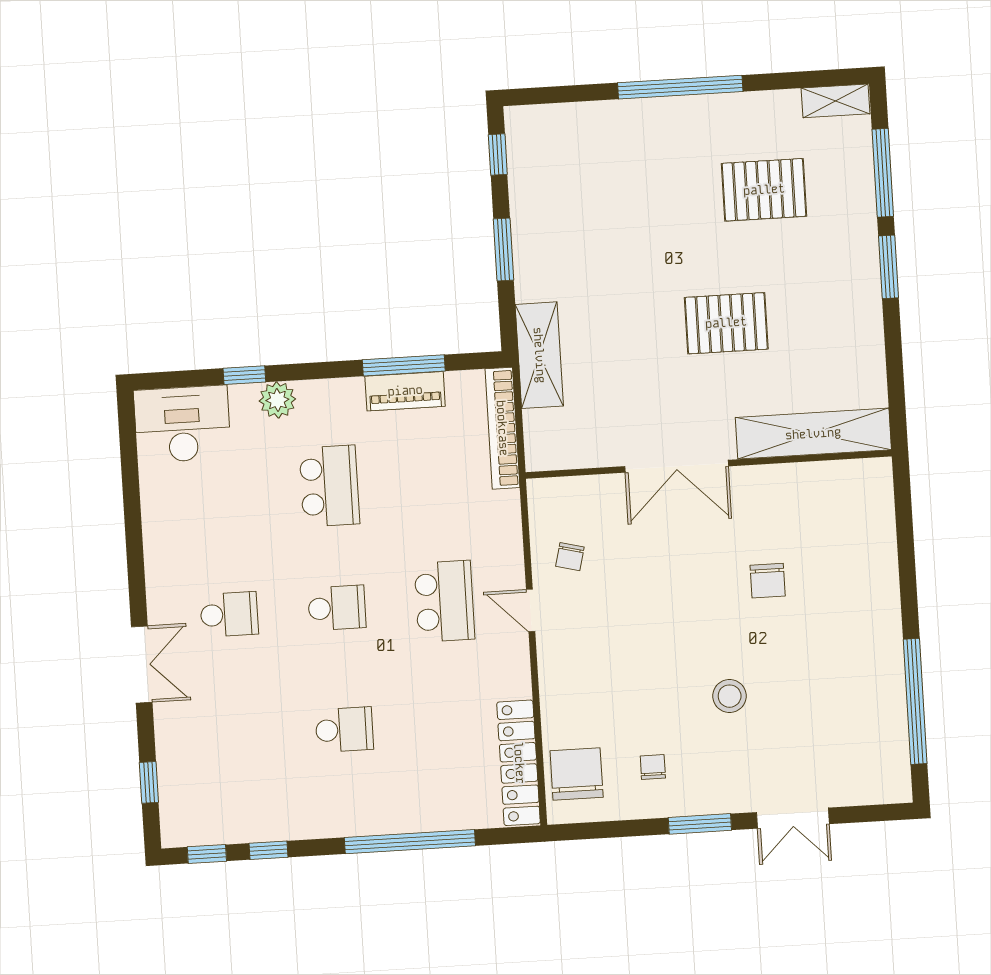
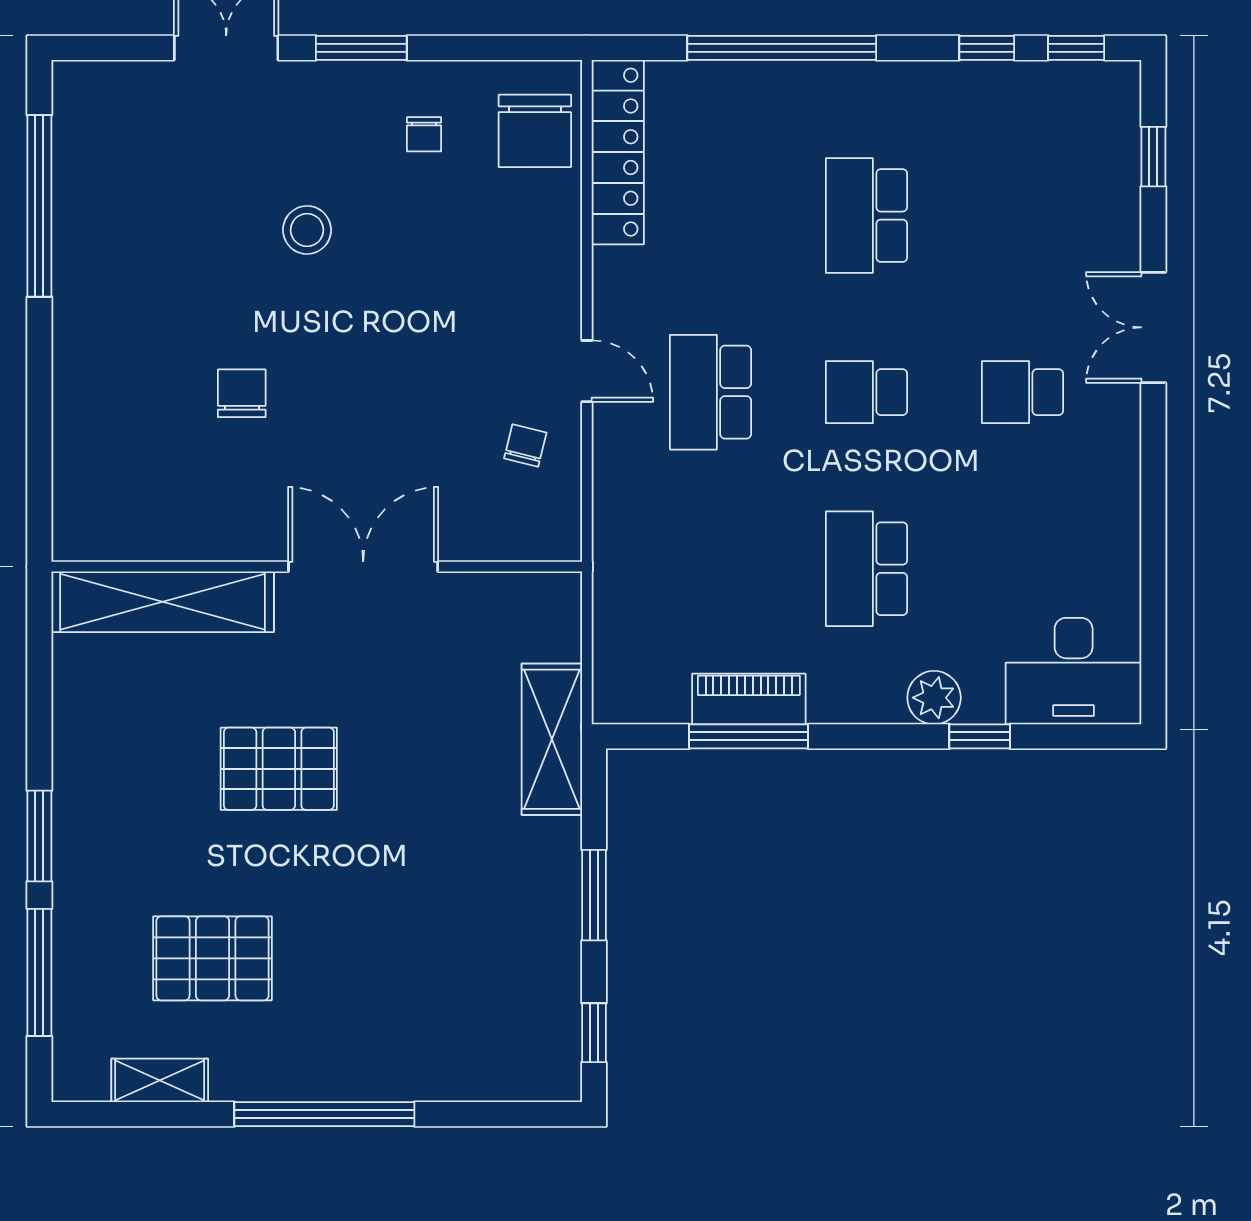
shelving: (836, 101) -> (160, 1080), moved
bookcase: (502, 428) -> (611, 637), removed
school desk: (344, 730) -> (866, 216), width x1.85

